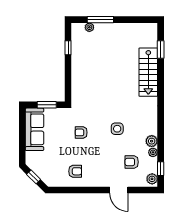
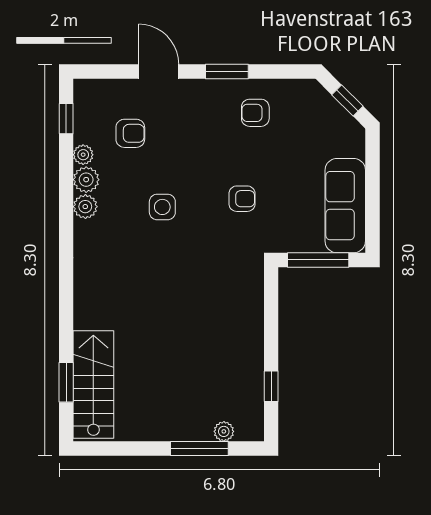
stairs: (148, 72) -> (93, 385), moved
window: (47, 105) -> (318, 260), width x1.44
plant: (152, 179) -> (85, 207), moved
window: (88, 190) -> (227, 71), added

